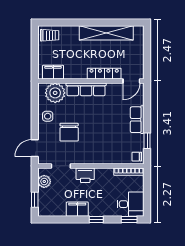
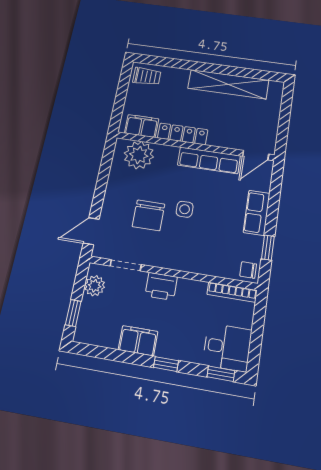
locker: (104, 74) -> (183, 134), moved
row of seats: (86, 89) -> (209, 160), moved
side table: (48, 116) -> (185, 209), moved

